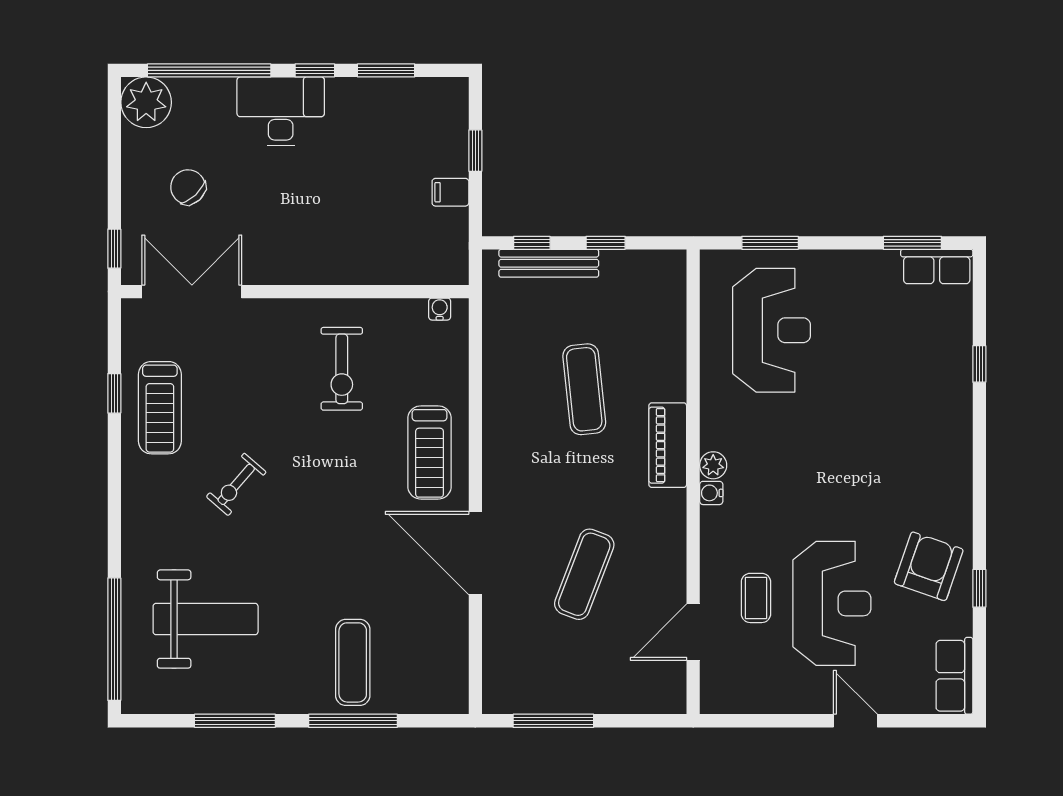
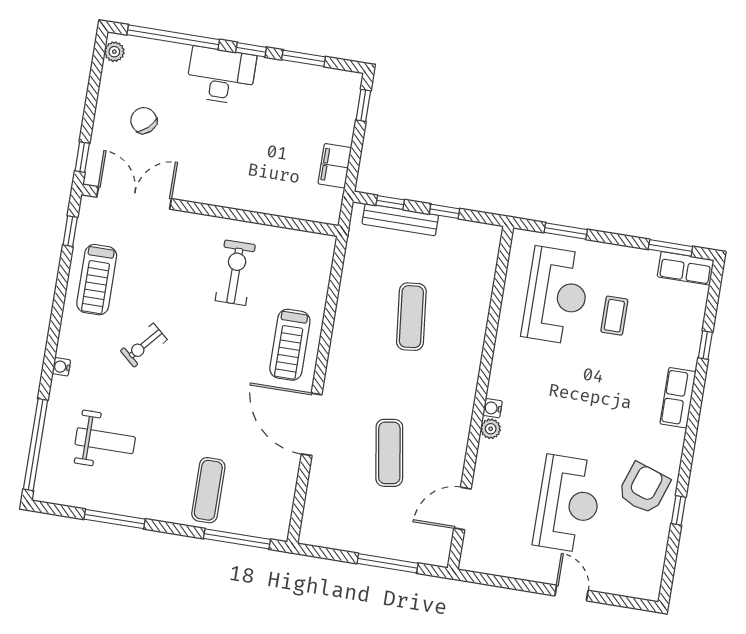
plant: (146, 102) -> (114, 52), width x0.53, depth x0.53
window: (475, 151) -> (363, 105), moved
filing cabinet: (450, 192) -> (335, 166), width x2.00
water cooler: (440, 309) -> (61, 367), moved, turned -90
exercise bike: (342, 369) -> (235, 273), turned 180
window: (114, 393) -> (70, 231), moved
piano: (668, 445) -> (466, 368), removed
plant: (713, 465) -> (491, 429), moved
exercise mat: (584, 574) -> (389, 453), turned -30
coffee table: (756, 598) -> (614, 316), moved
weight bench: (206, 619) -> (105, 441), width x0.73, depth x0.75
row of seats: (954, 676) -> (678, 398), moved
window: (353, 721) -> (237, 539), moved
window: (553, 721) -> (388, 563), moved

